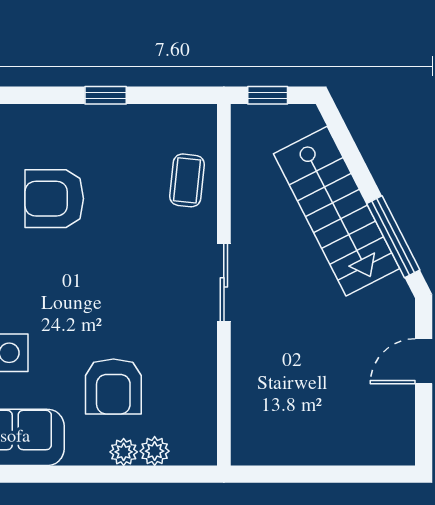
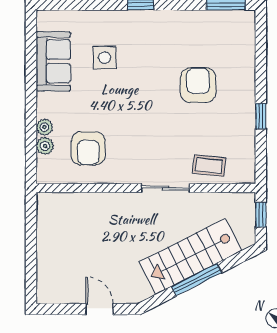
window: (393, 237) -> (196, 280), moved
sliding door: (224, 282) -> (165, 188), moved
armchair: (113, 386) -> (88, 148), moved, turned -90

